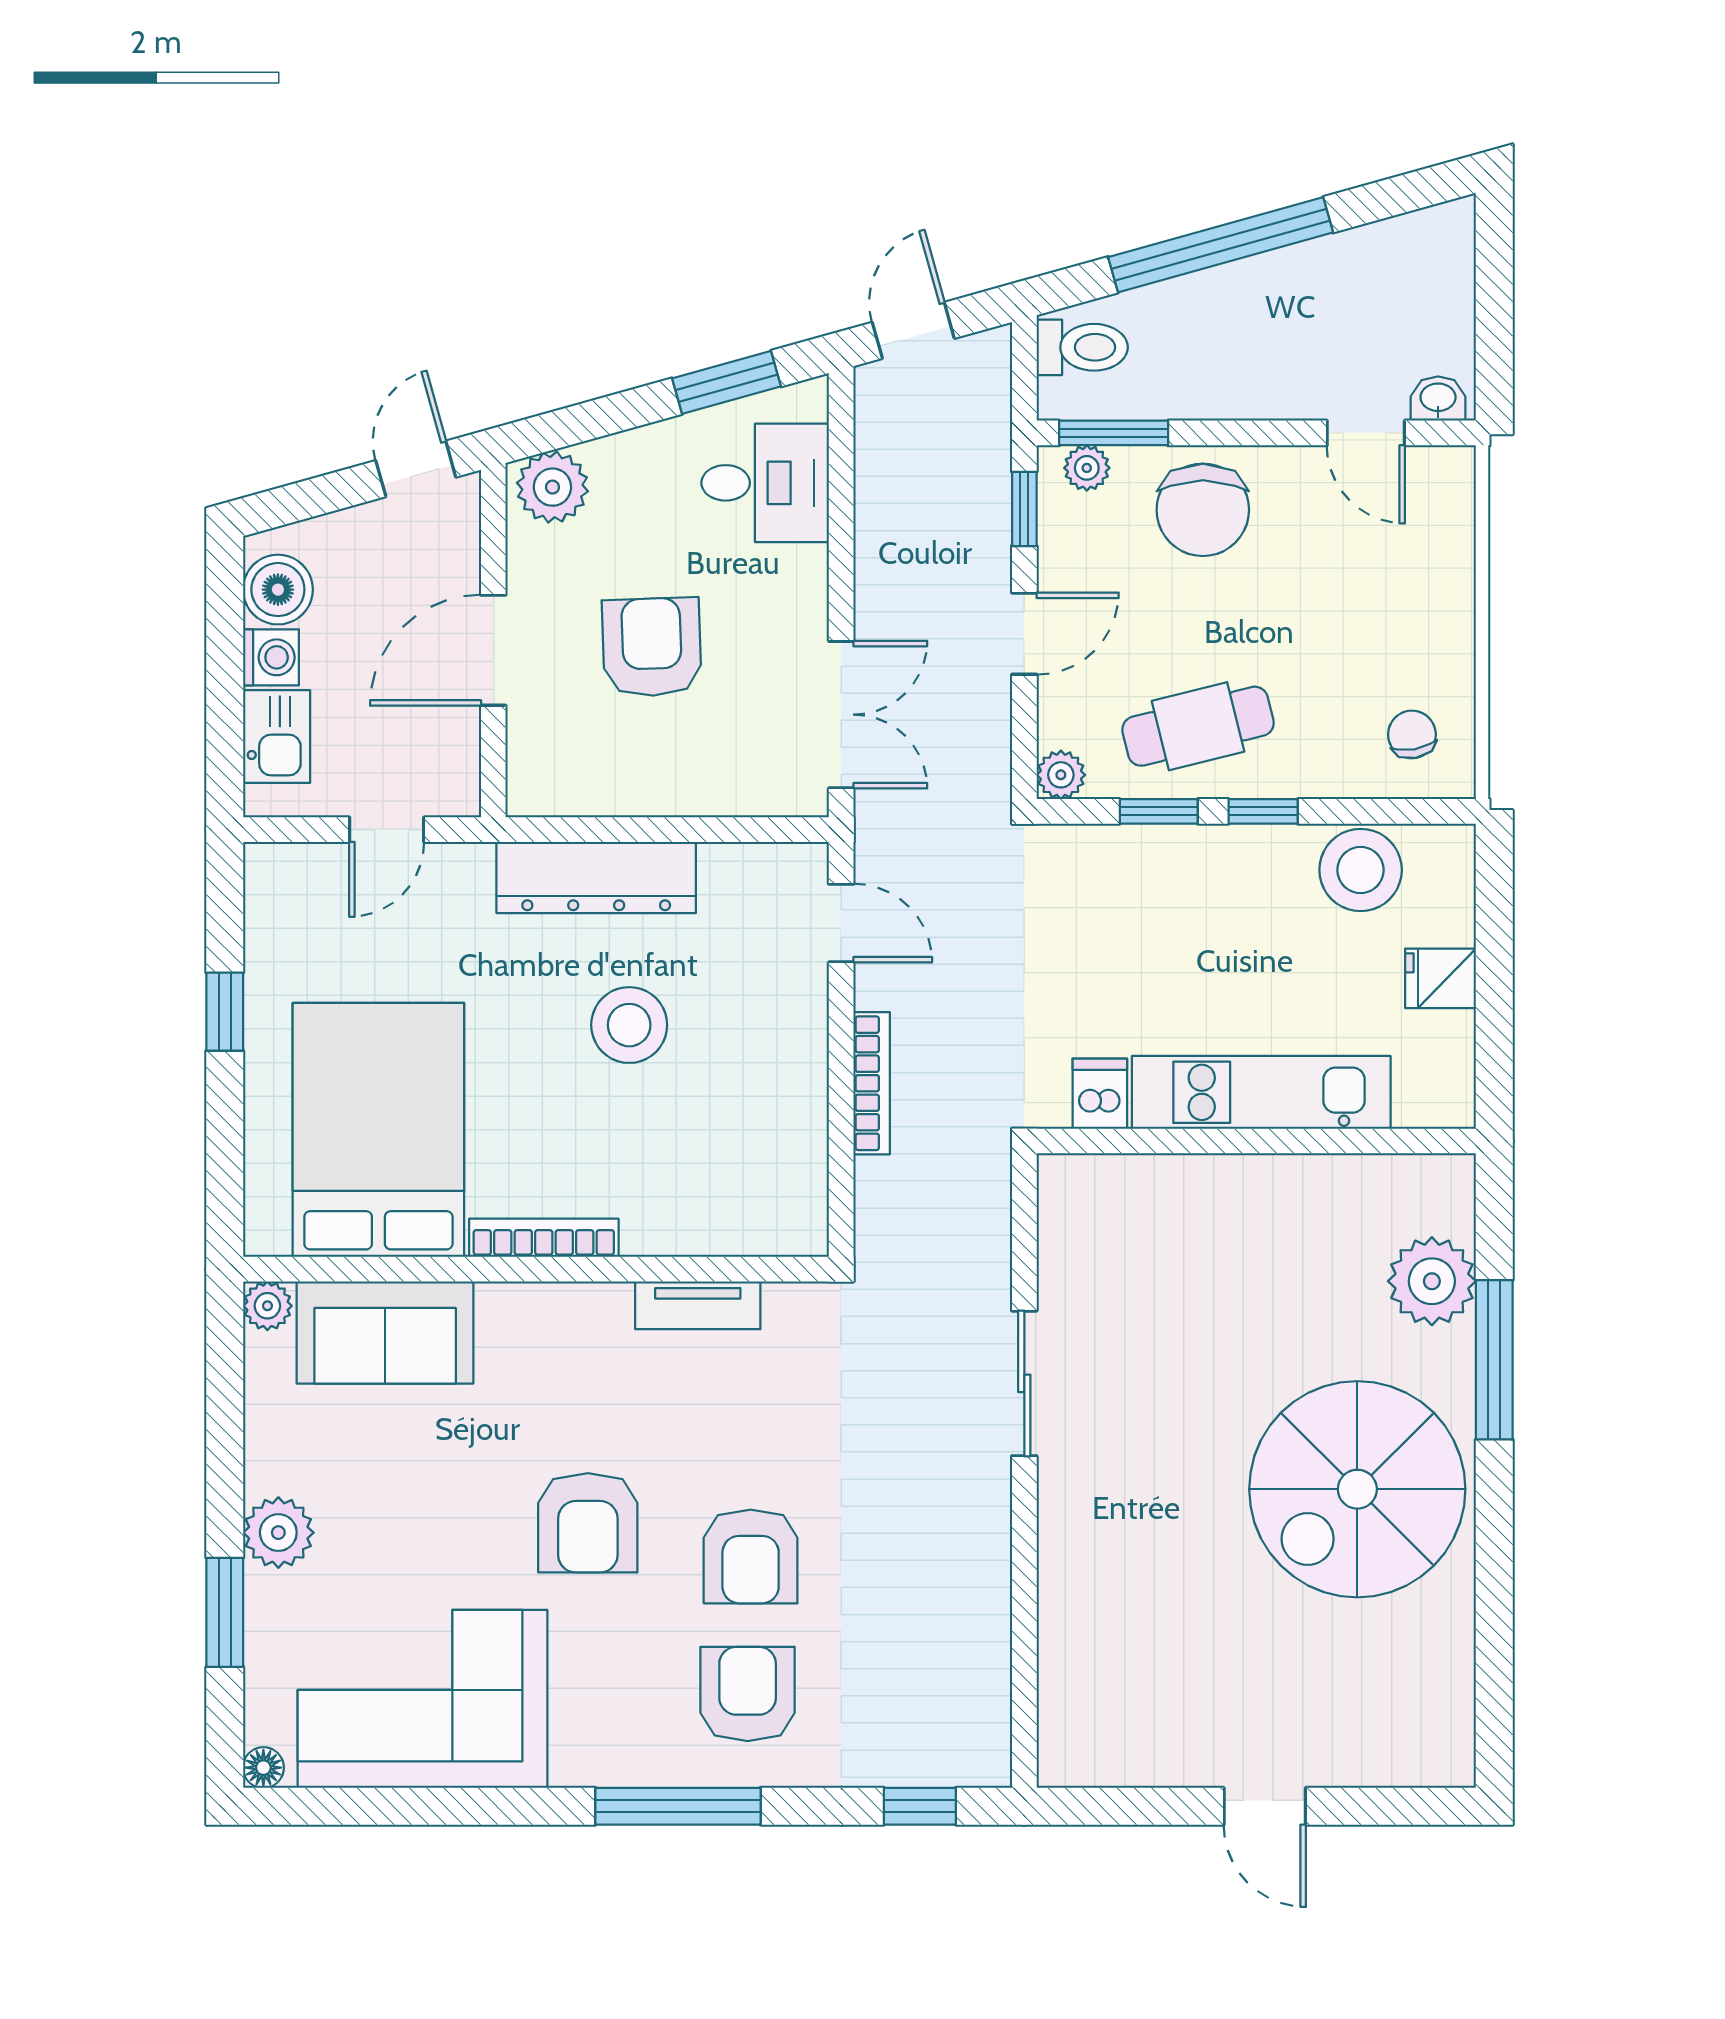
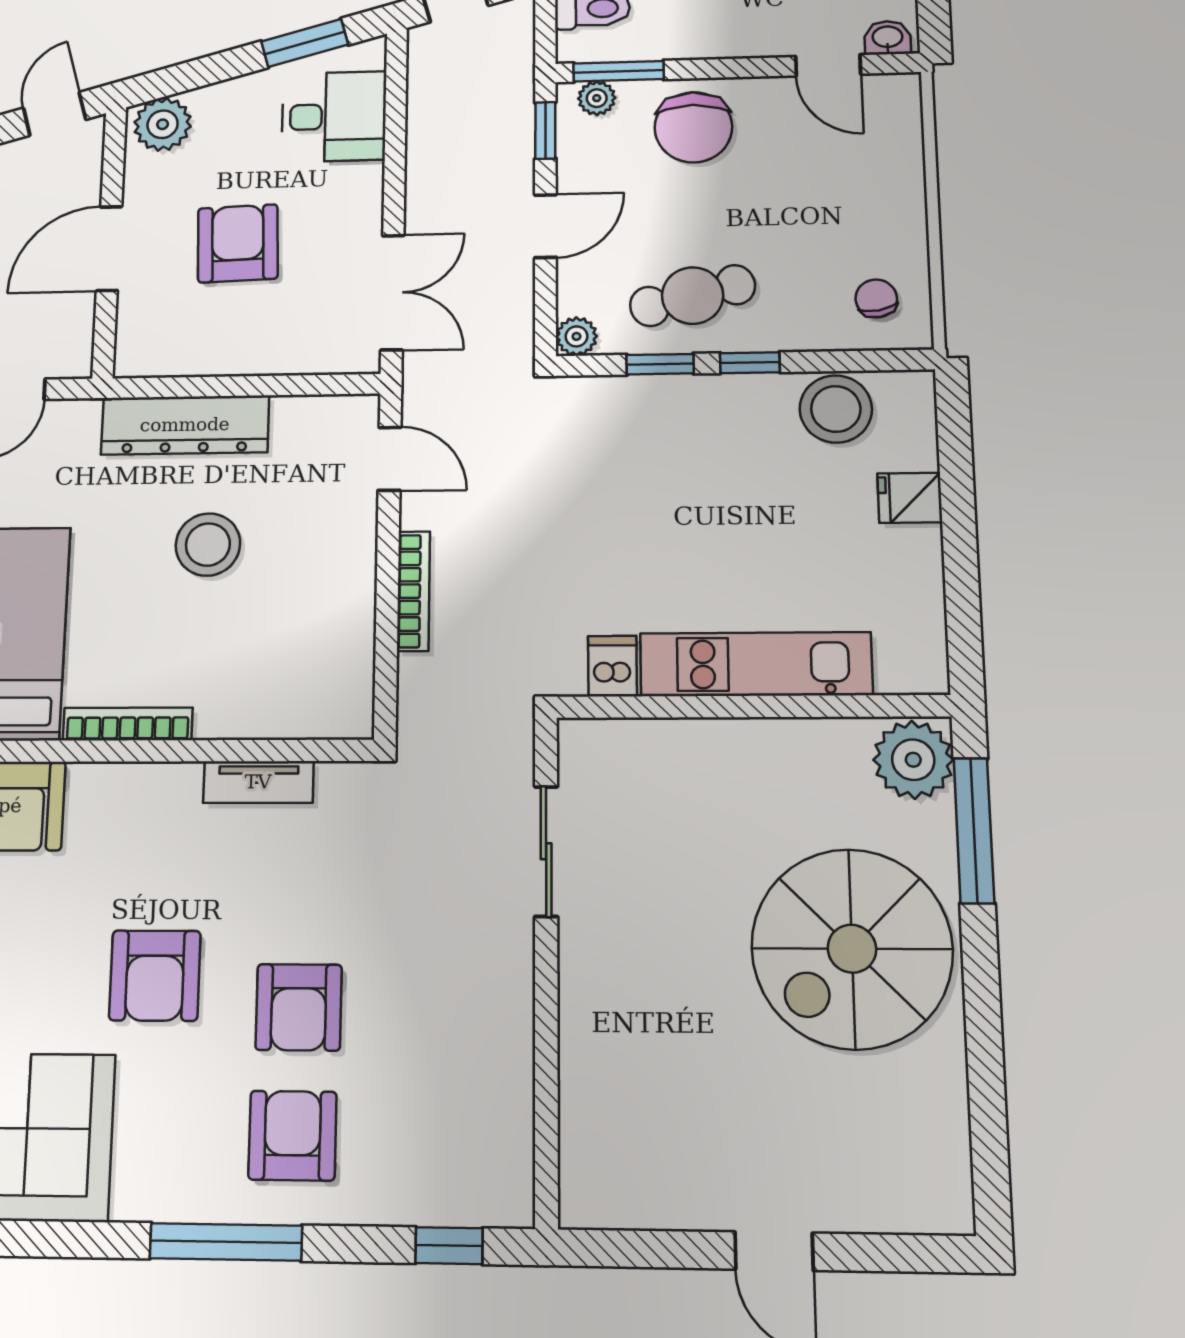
kitchen unit: (1261, 1092) -> (756, 664), moved
dishwasher: (1100, 1094) -> (612, 666), moved
wall: (1256, 1141) -> (752, 706), moved

